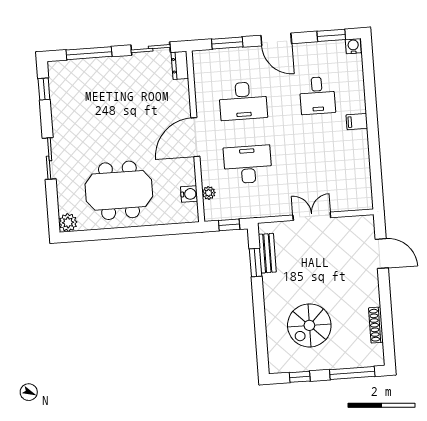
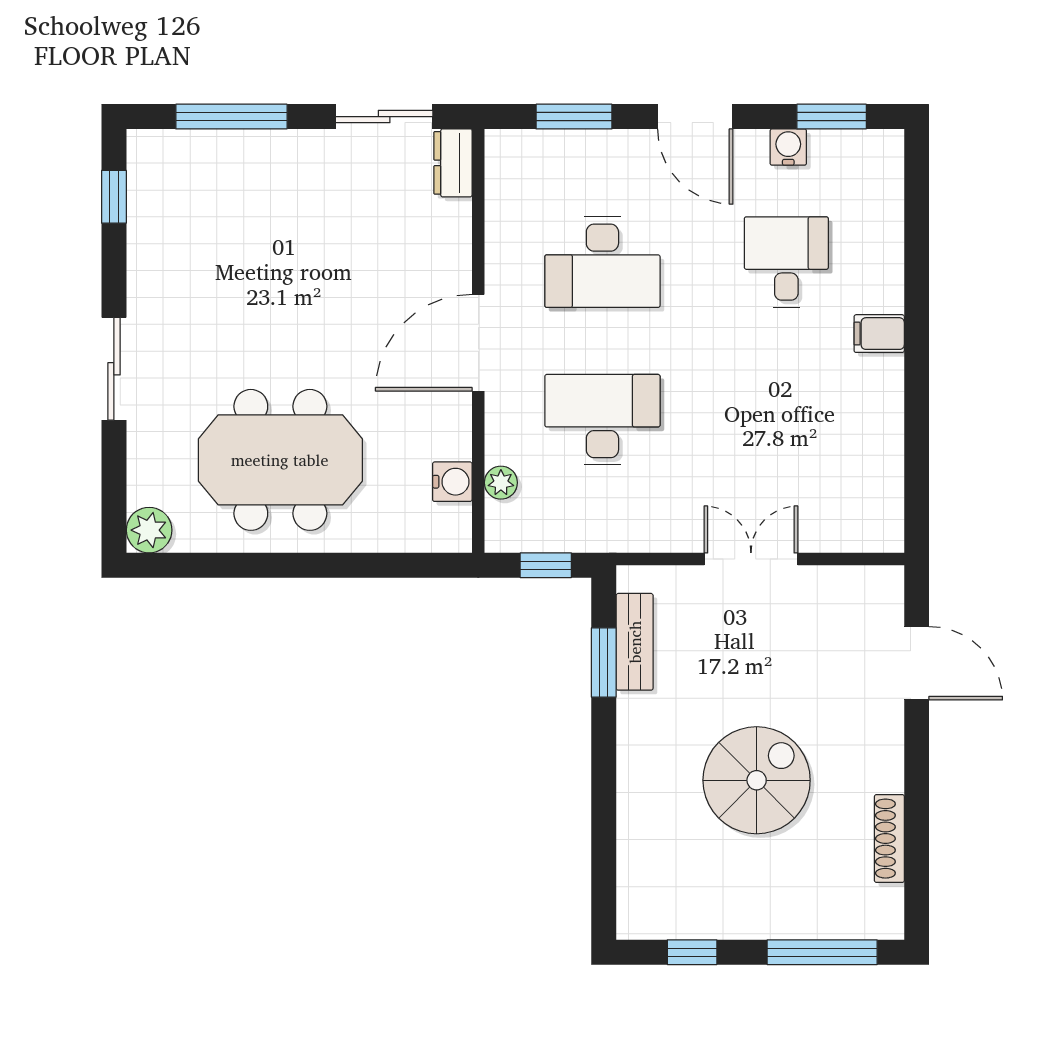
water cooler: (353, 46) -> (788, 147), moved
desk: (317, 95) -> (786, 262), turned 180
spiral stairs: (309, 325) -> (757, 780), moved, turned 180

